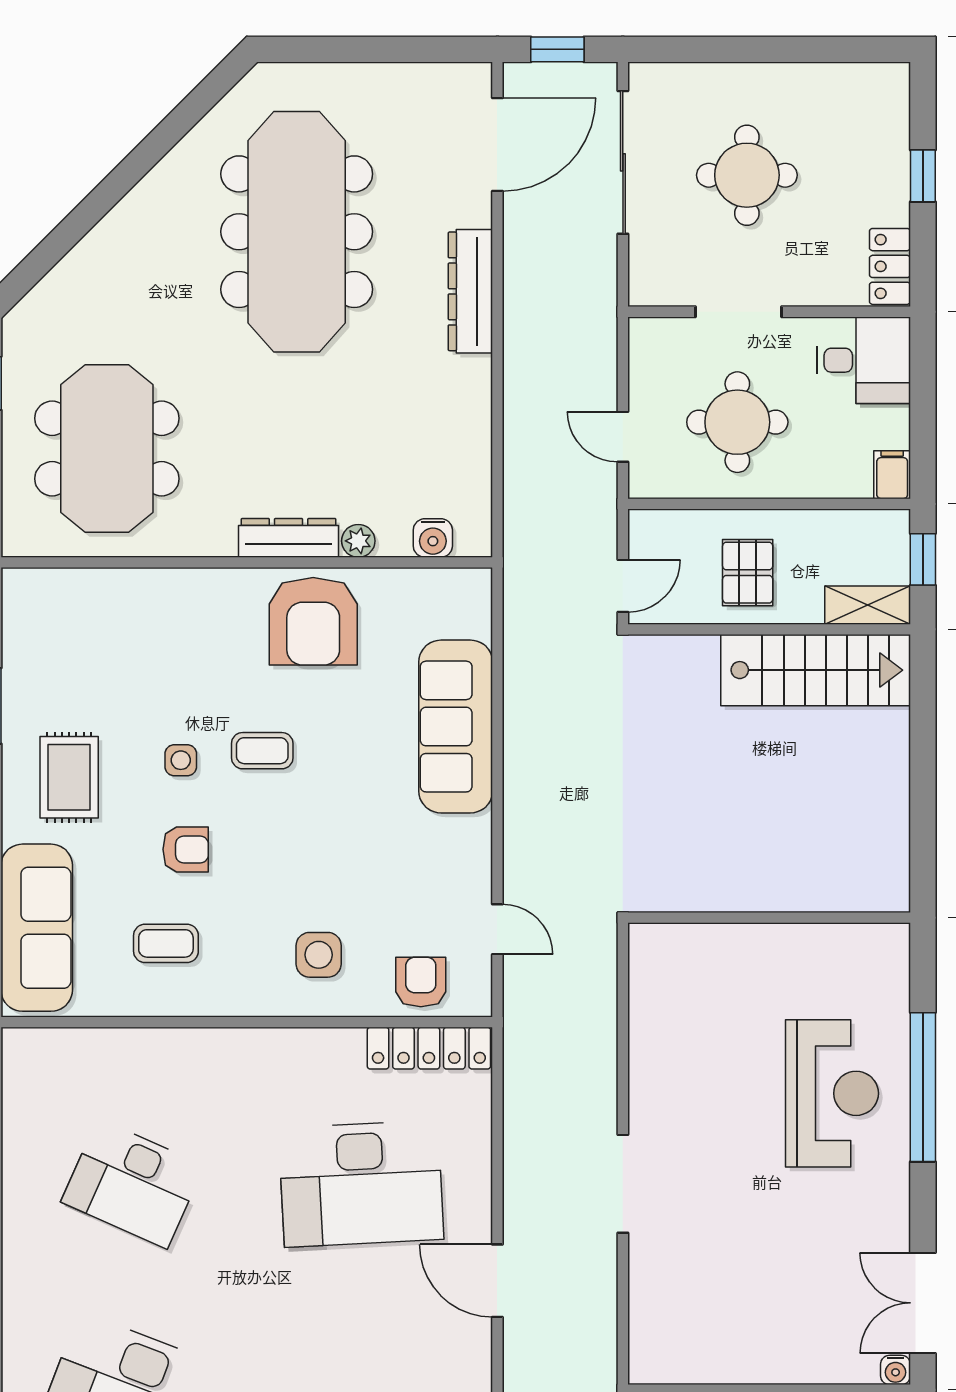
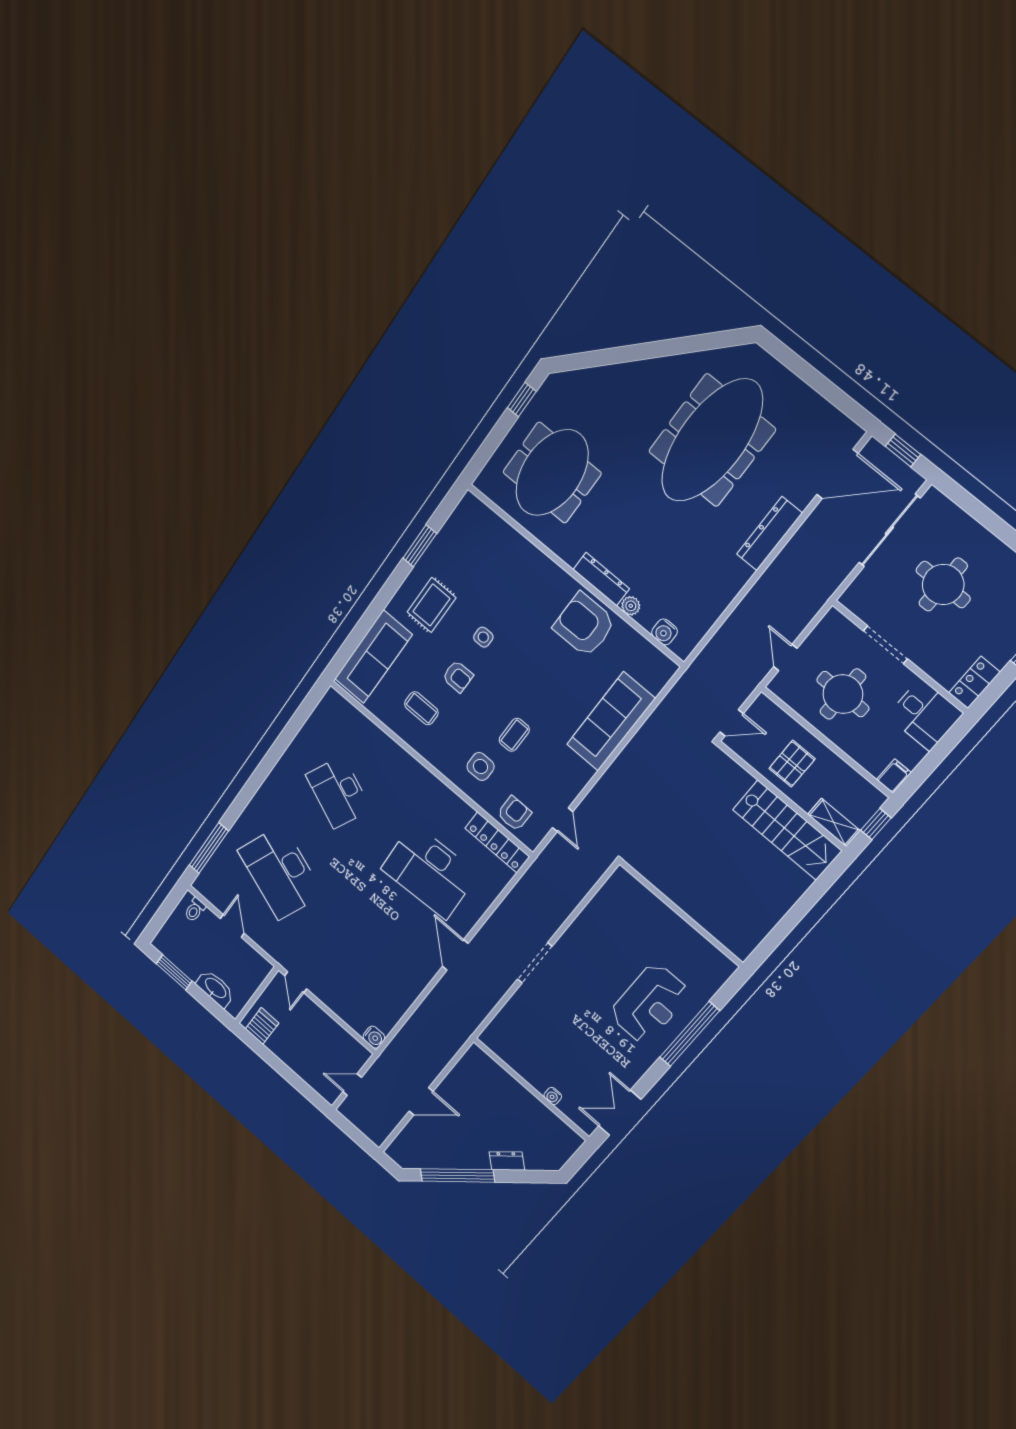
armchair: (313, 621) -> (584, 625), turned 90
coffee table: (262, 751) -> (514, 735), moved, turned 90
water cooler: (896, 1370) -> (553, 1096), moved

